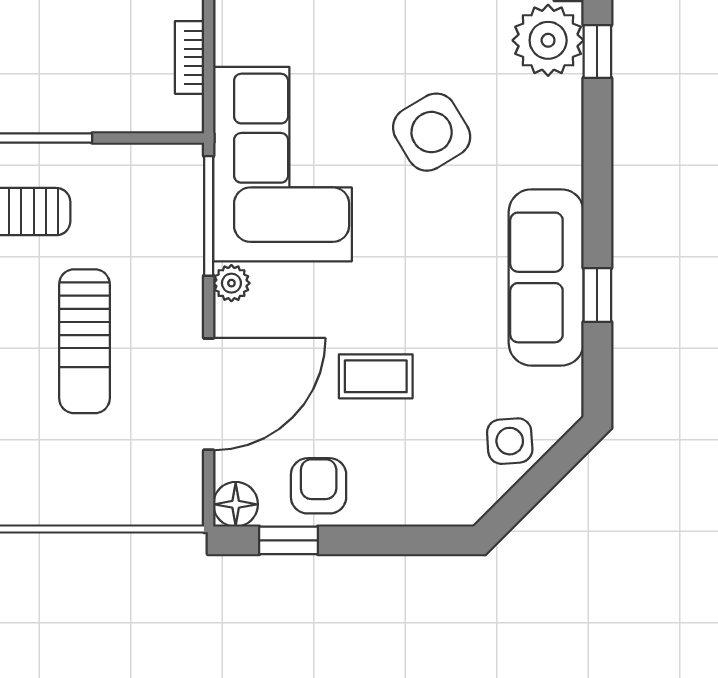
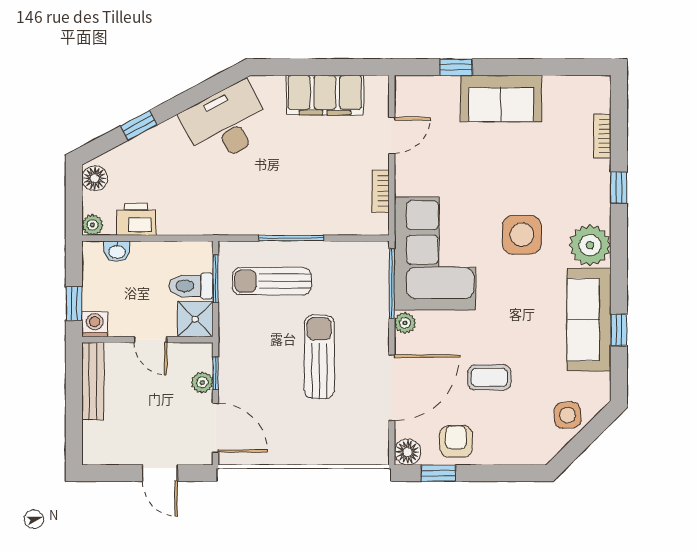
plant: (548, 40) -> (590, 245), moved
side table: (432, 132) -> (522, 235), turned 31
sun lounger: (84, 341) -> (319, 357), turned 180

